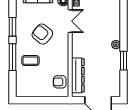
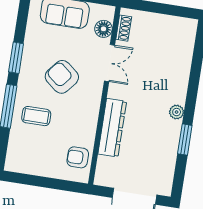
dresser: (78, 75) -> (112, 128), moved

